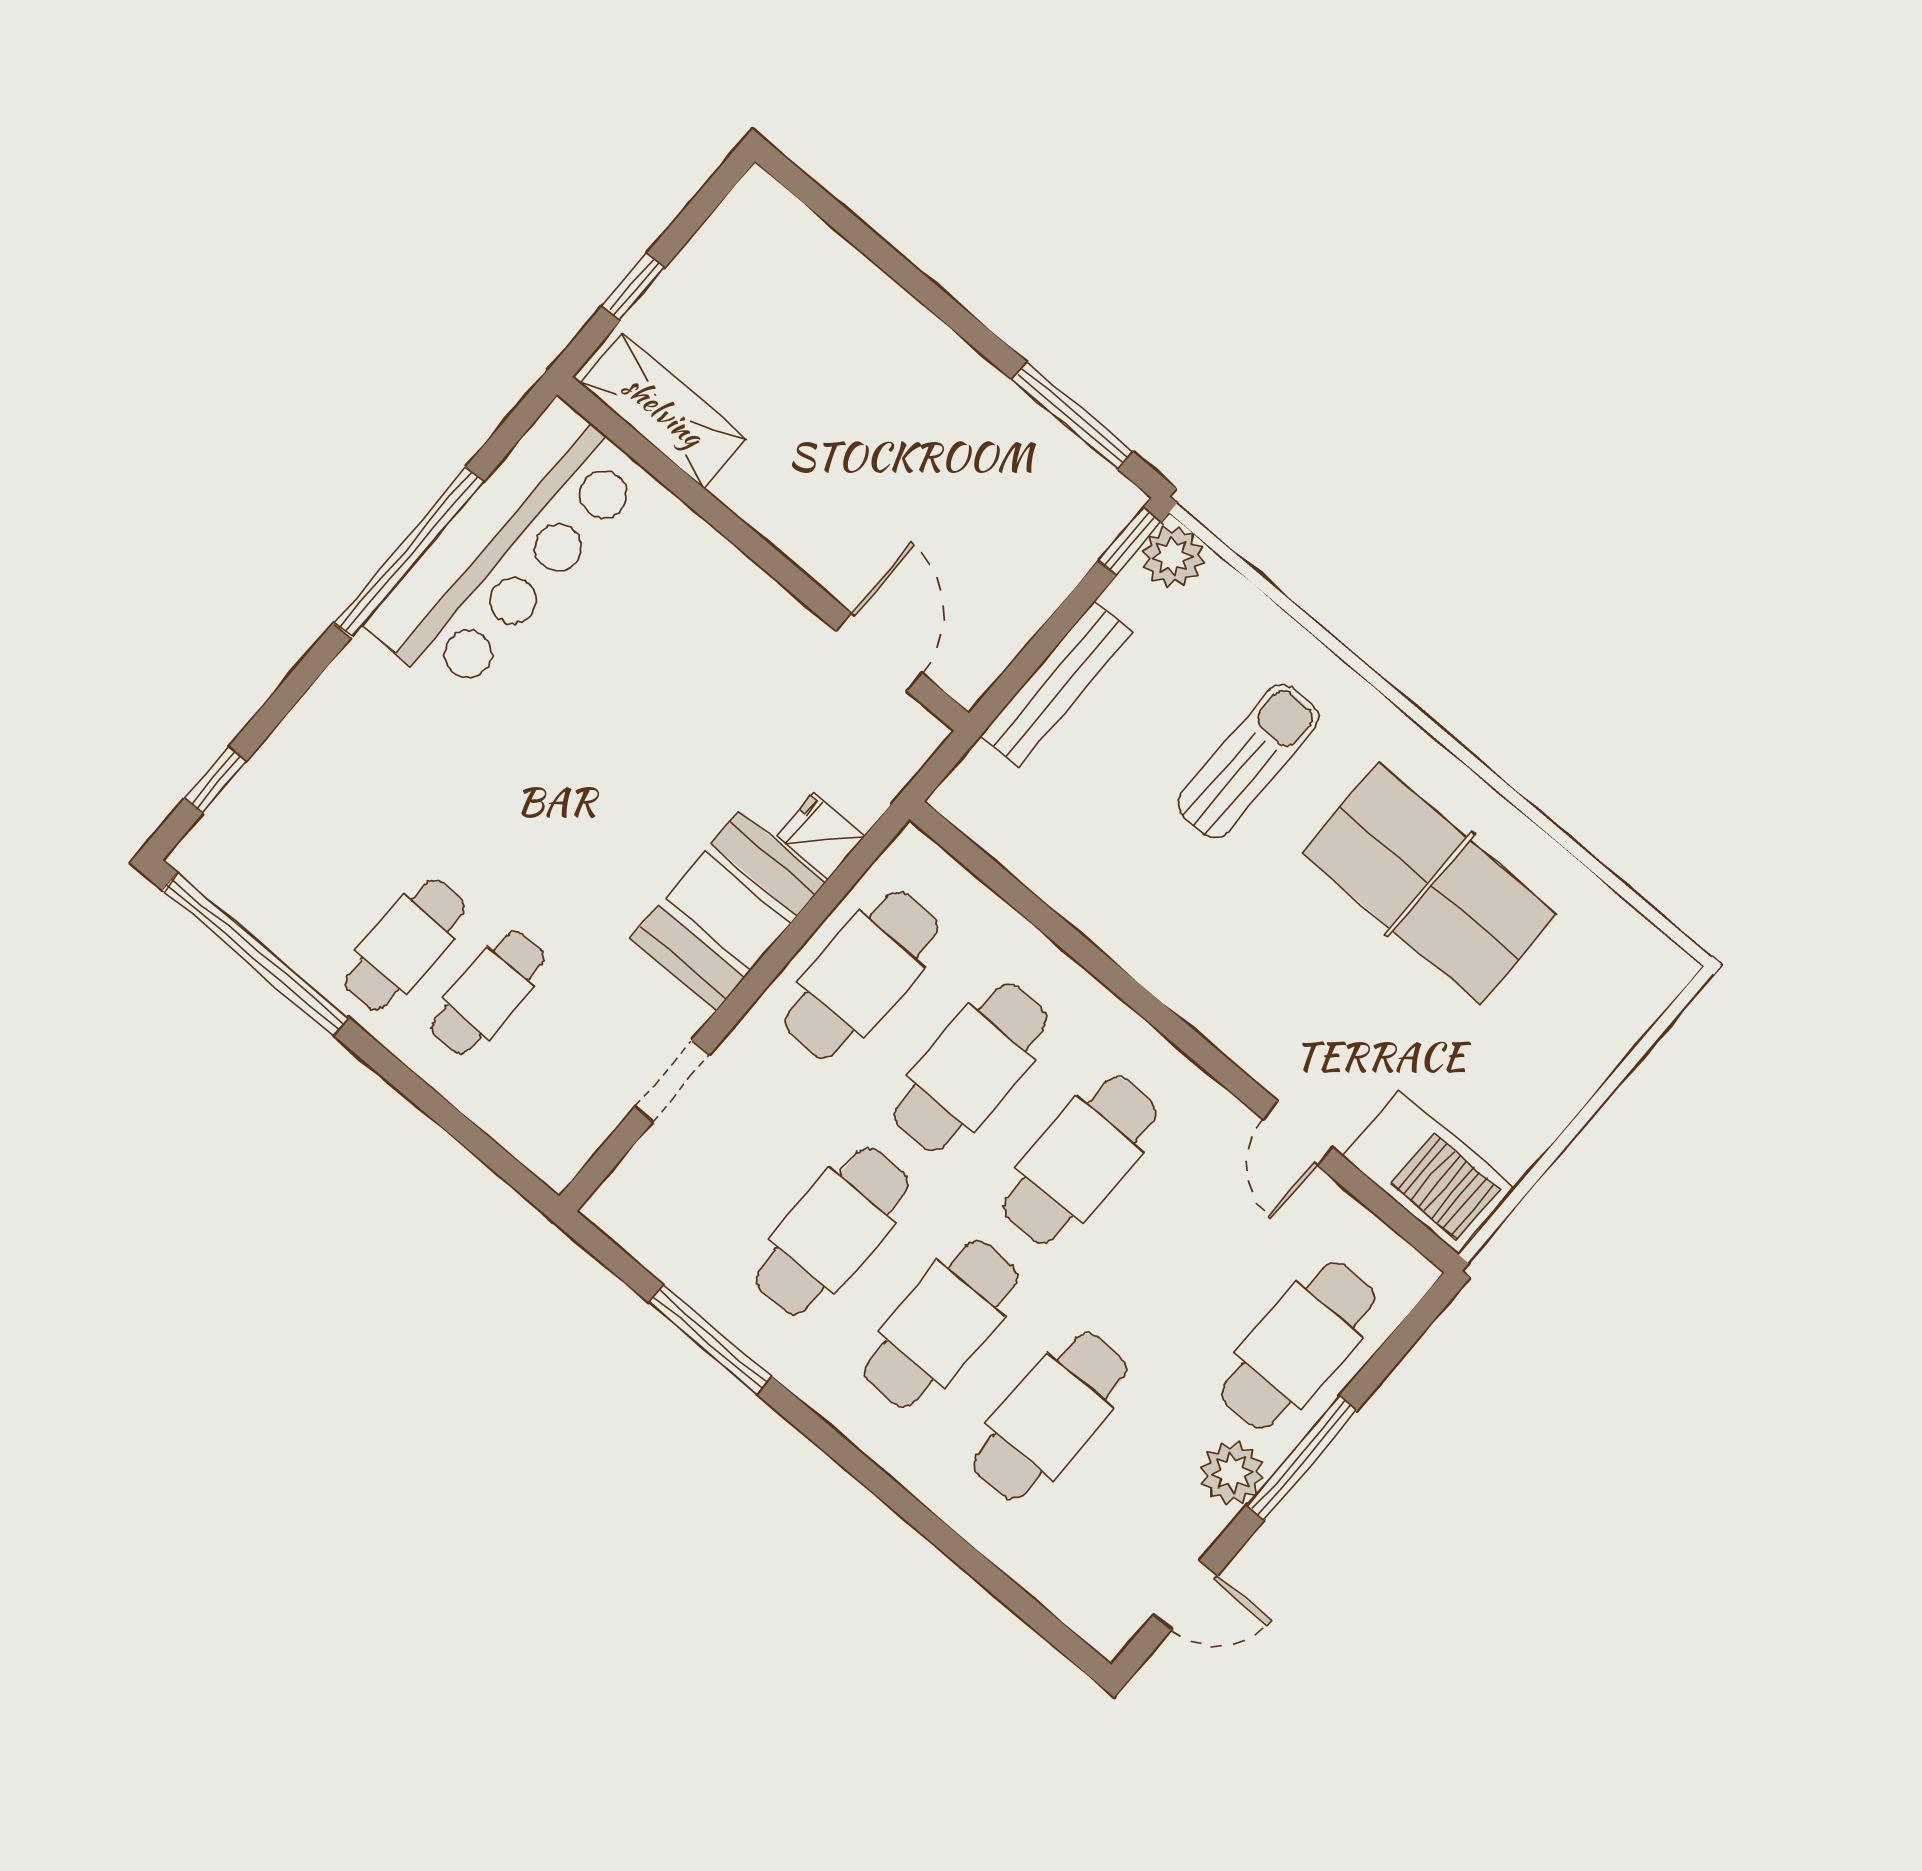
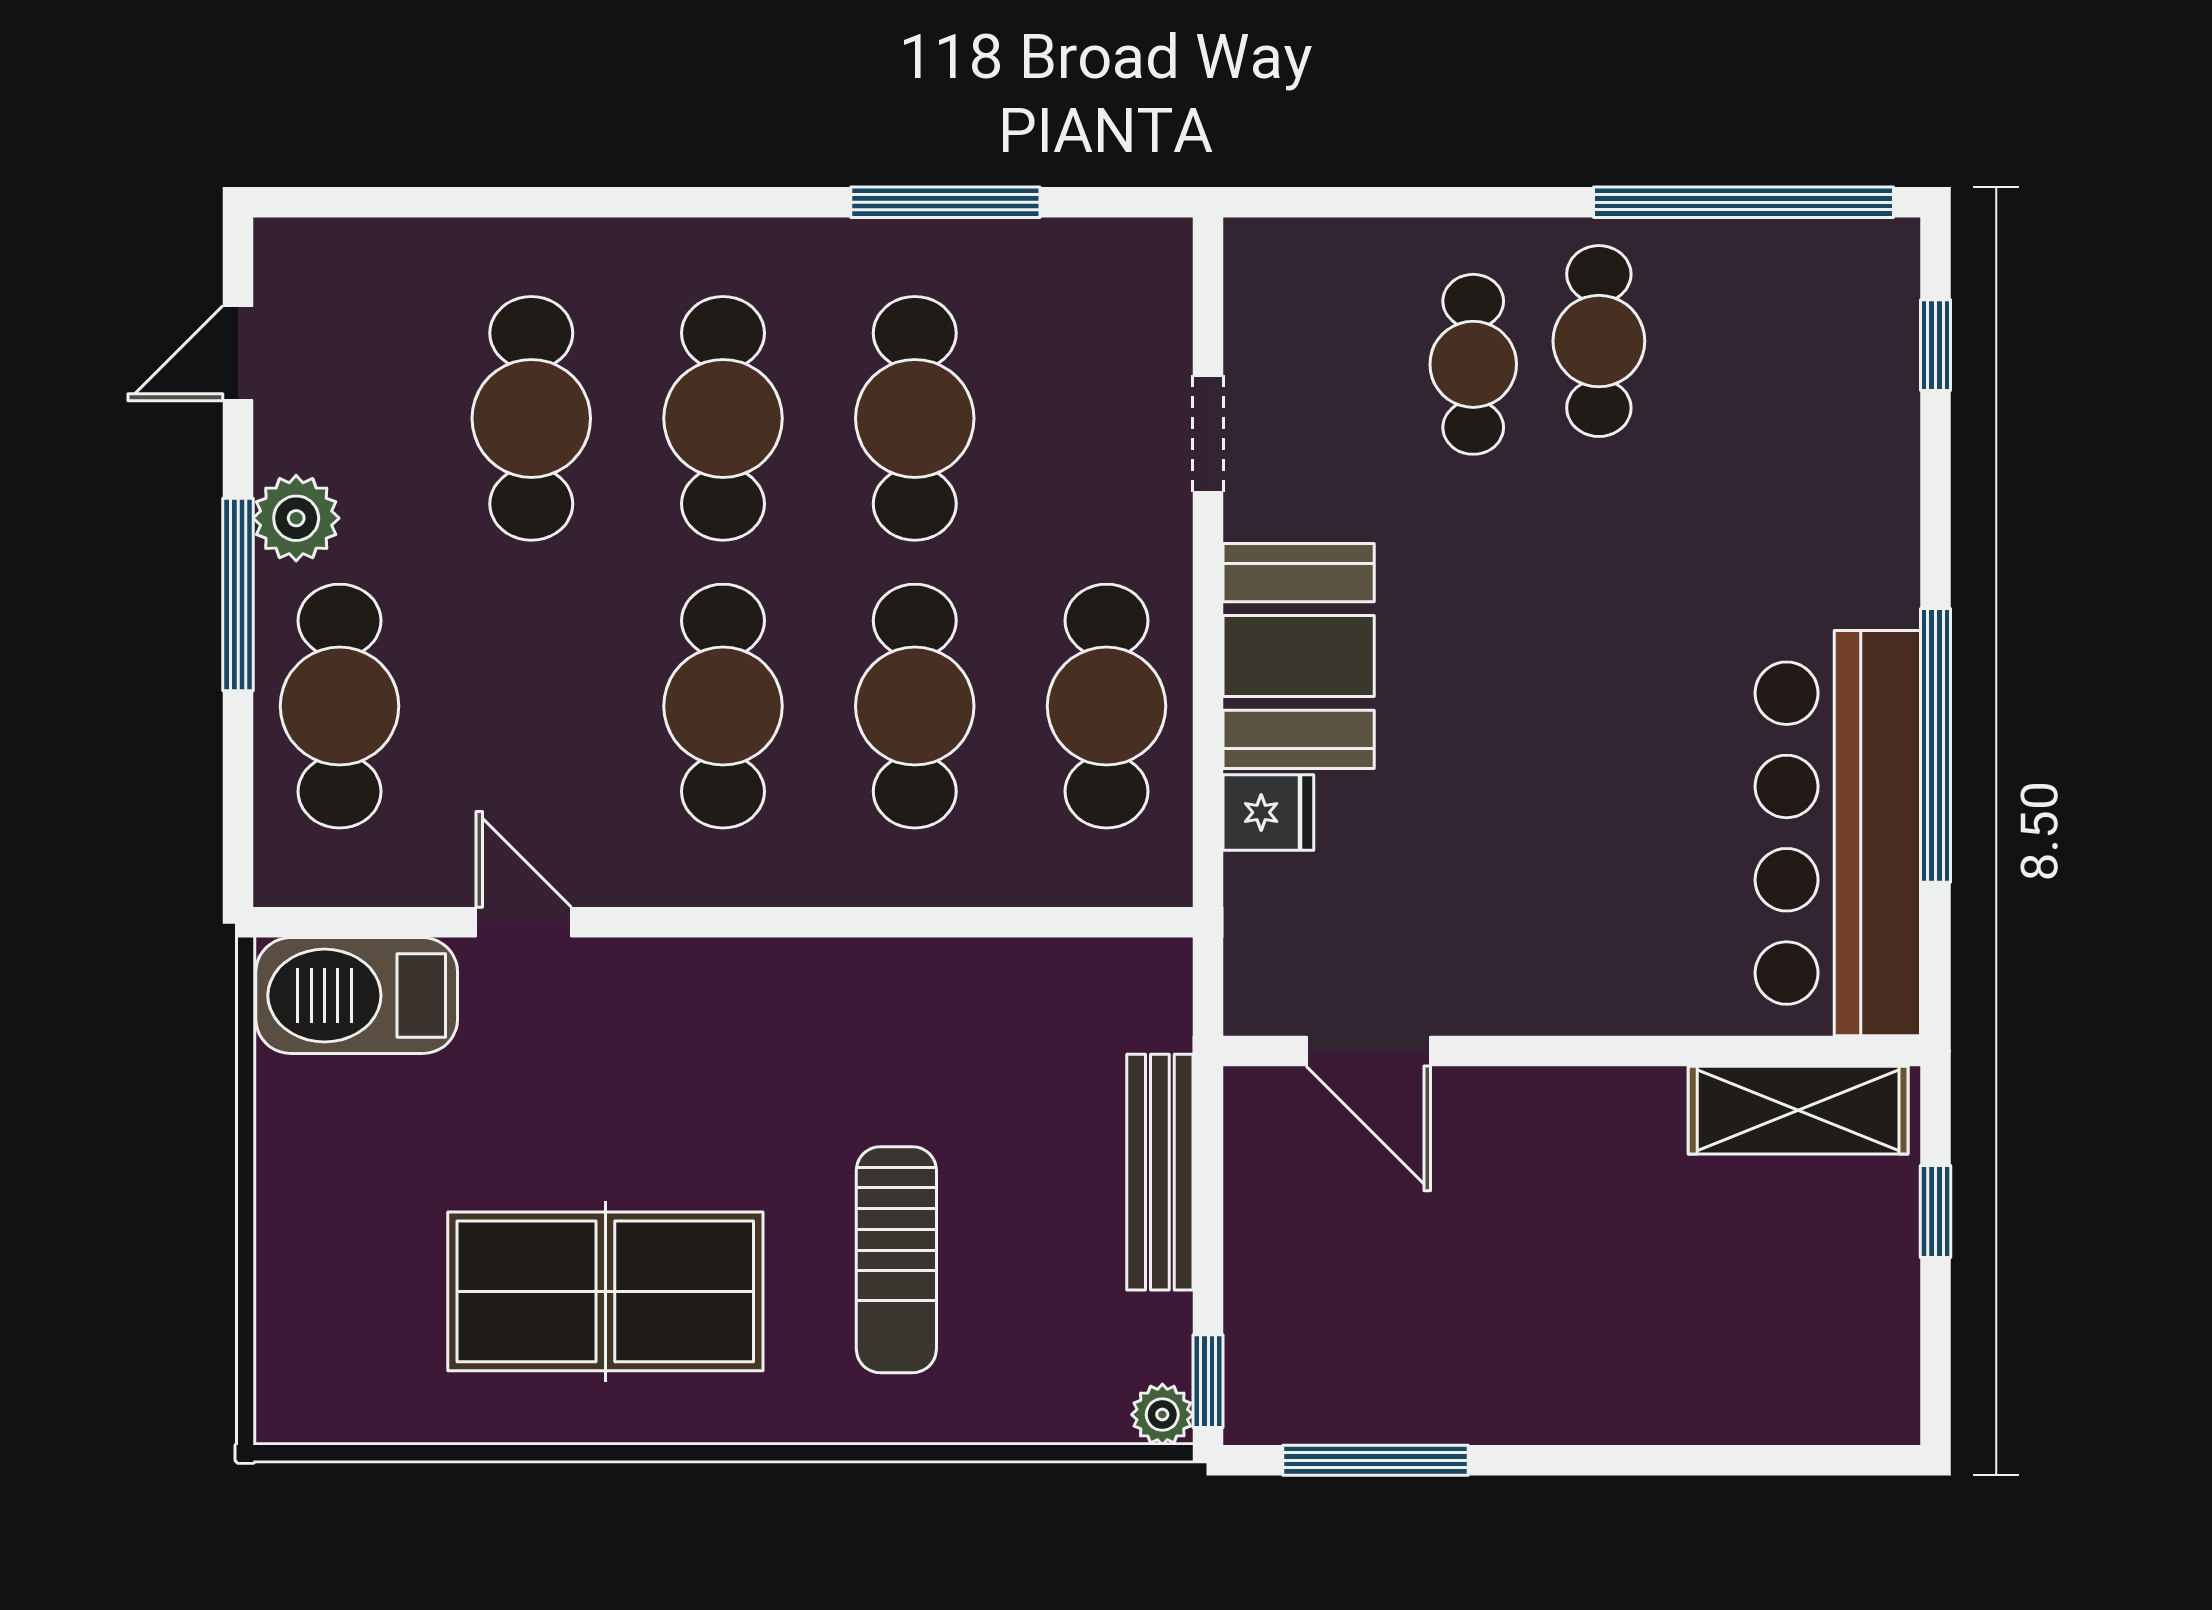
plant: (1173, 557) -> (1162, 1415), width x0.73, depth x0.73

